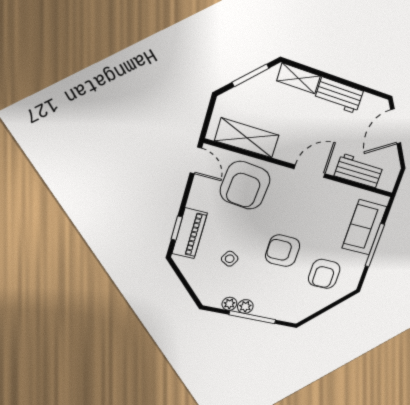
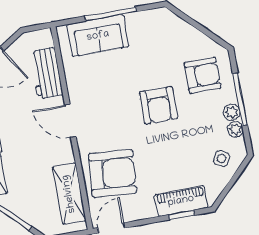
side table: (230, 259) -> (222, 158), moved
armchair: (324, 274) -> (203, 75), moved

